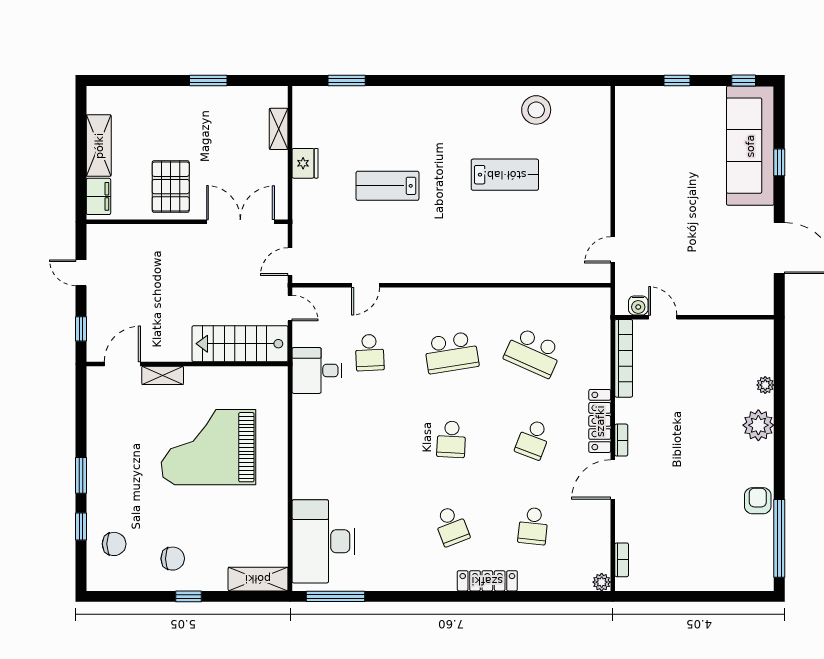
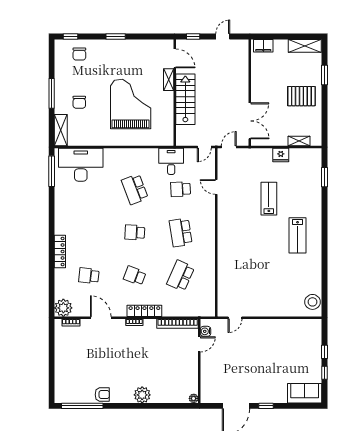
window: (208, 81) -> (325, 75), moved
window: (744, 81) -> (325, 373), moved
stool: (536, 110) -> (312, 302), moved
shelving: (99, 146) -> (305, 46), moved
sofa: (750, 146) -> (305, 393), width x0.54, depth x0.79
window: (779, 162) -> (266, 406), moved
lab bench: (505, 175) -> (298, 235), moved
pallet: (171, 187) -> (301, 96), moved
door: (613, 250) -> (235, 318), swing flipped
door: (290, 262) -> (229, 147), hinge flipped
stairs: (240, 344) -> (185, 99), moved
plant: (765, 385) -> (194, 398), moved
door: (613, 480) -> (101, 318), moved
school desk: (451, 526) -> (135, 189), moved, width x1.85
window: (81, 527) -> (71, 36), moved
chair: (173, 559) -> (79, 102), moved
plant: (602, 582) -> (63, 308), width x1.88, depth x1.88
window: (188, 596) -> (52, 93), width x2.17

